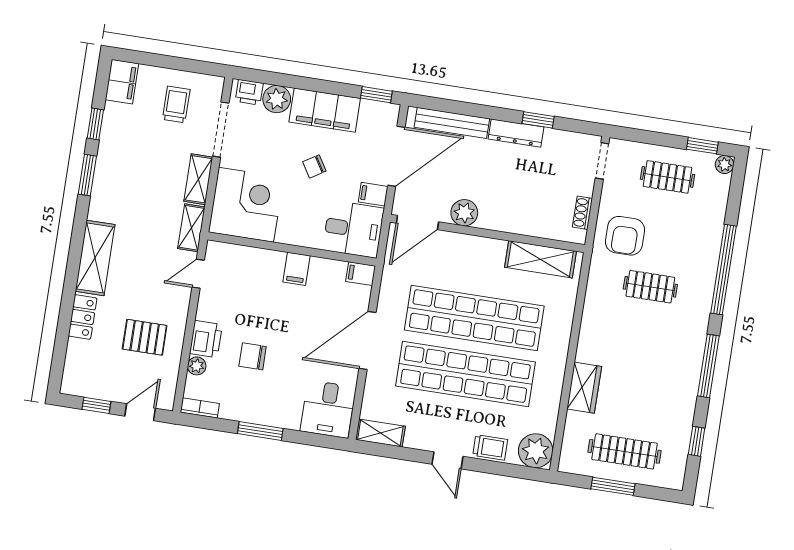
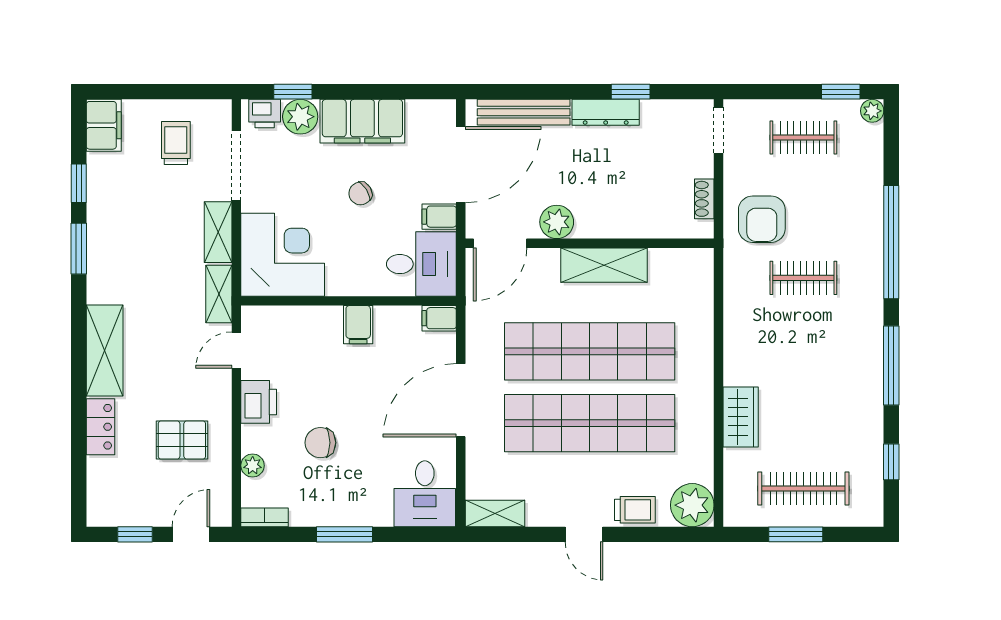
window: (376, 95) -> (293, 92), moved
shelving: (540, 259) -> (604, 265), moved
printer: (206, 339) -> (259, 402), moved

